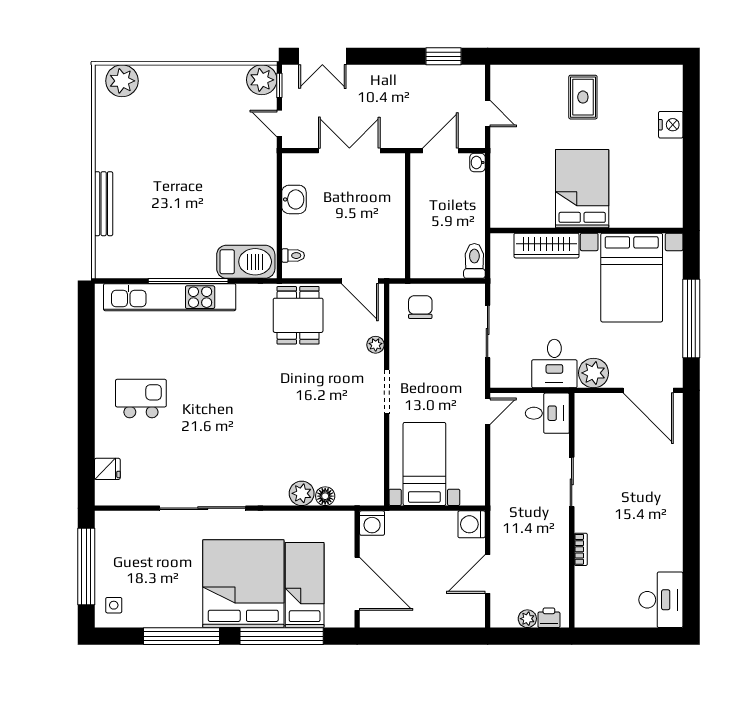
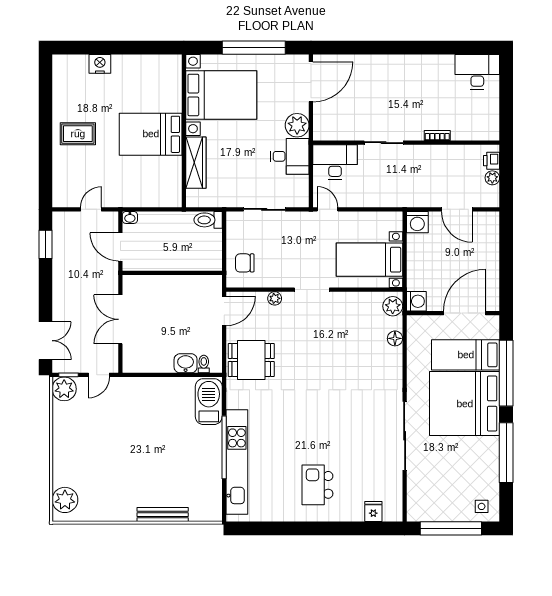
washbasin: (294, 199) -> (186, 363), moved
desk: (547, 413) -> (335, 162), width x1.37
plant: (302, 493) -> (393, 306), moved

